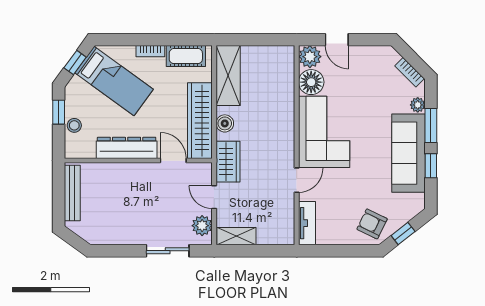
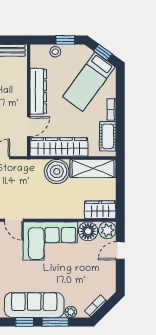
boiler: (225, 123) -> (57, 171), width x1.86, depth x1.86
wardrobe: (228, 162) -> (100, 210), moved, turned 180

